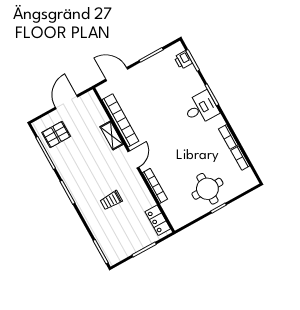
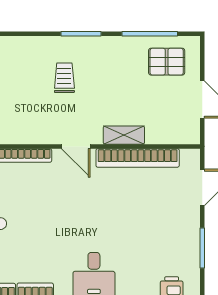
pallet: (56, 134) -> (167, 62), turned 90
trolley: (111, 200) -> (64, 78), moved

